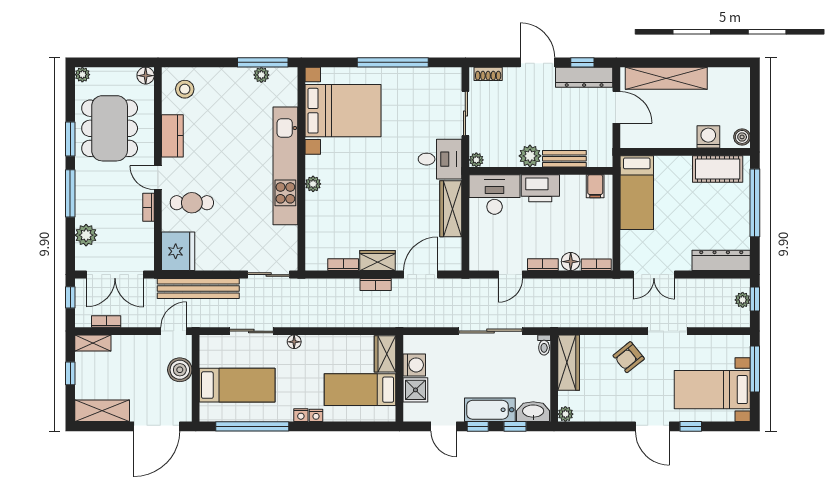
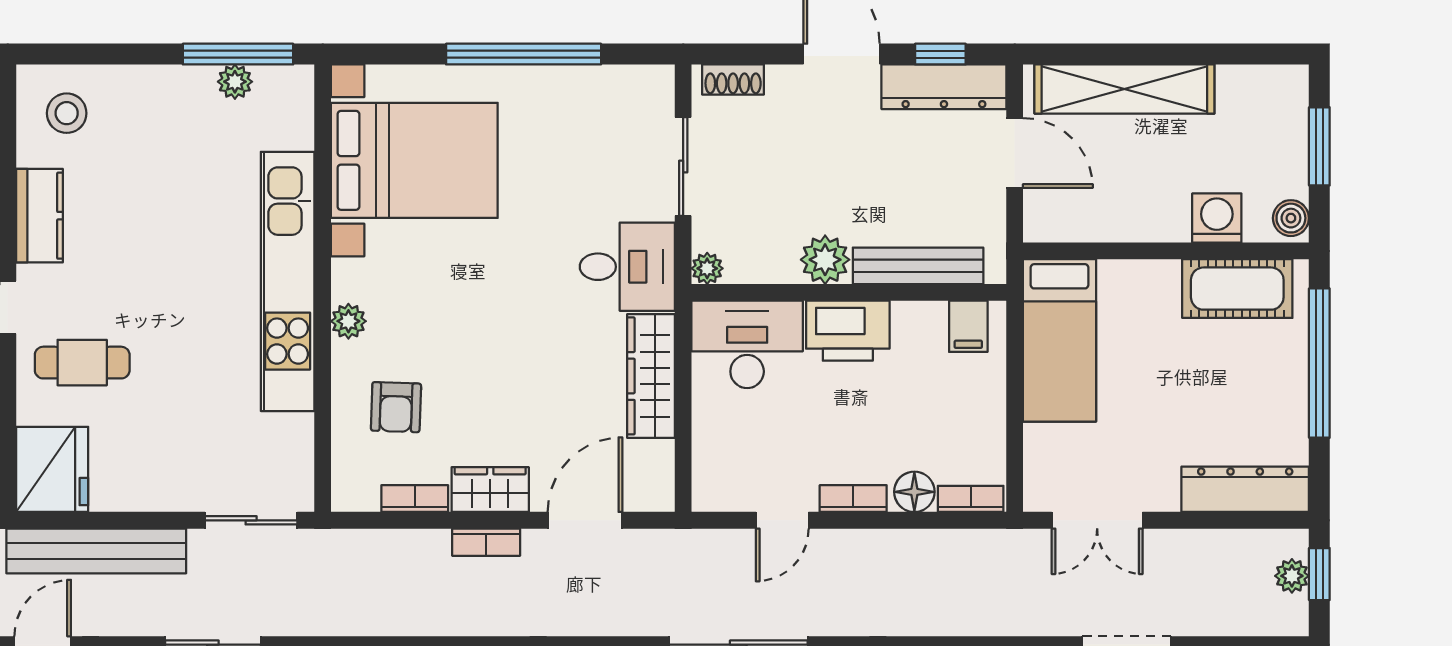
window: (755, 104) -> (1319, 146), added
bench: (564, 159) -> (918, 266), width x1.36
armchair: (335, 223) -> (396, 407), added

